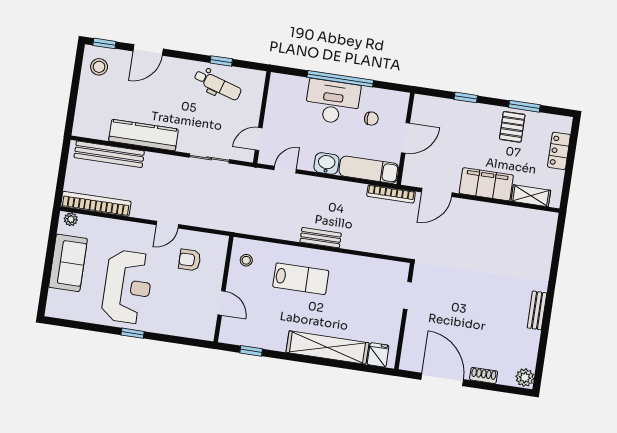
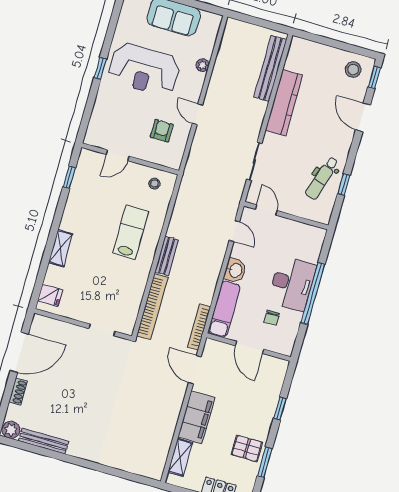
bookcase: (96, 204) -> (152, 307), moved
plant: (71, 219) -> (203, 65), moved
lab bench: (301, 279) -> (131, 232), turned 180
bench: (537, 310) -> (43, 441), moved, width x1.36
shelving: (327, 348) -> (61, 248), width x0.45, depth x0.75

